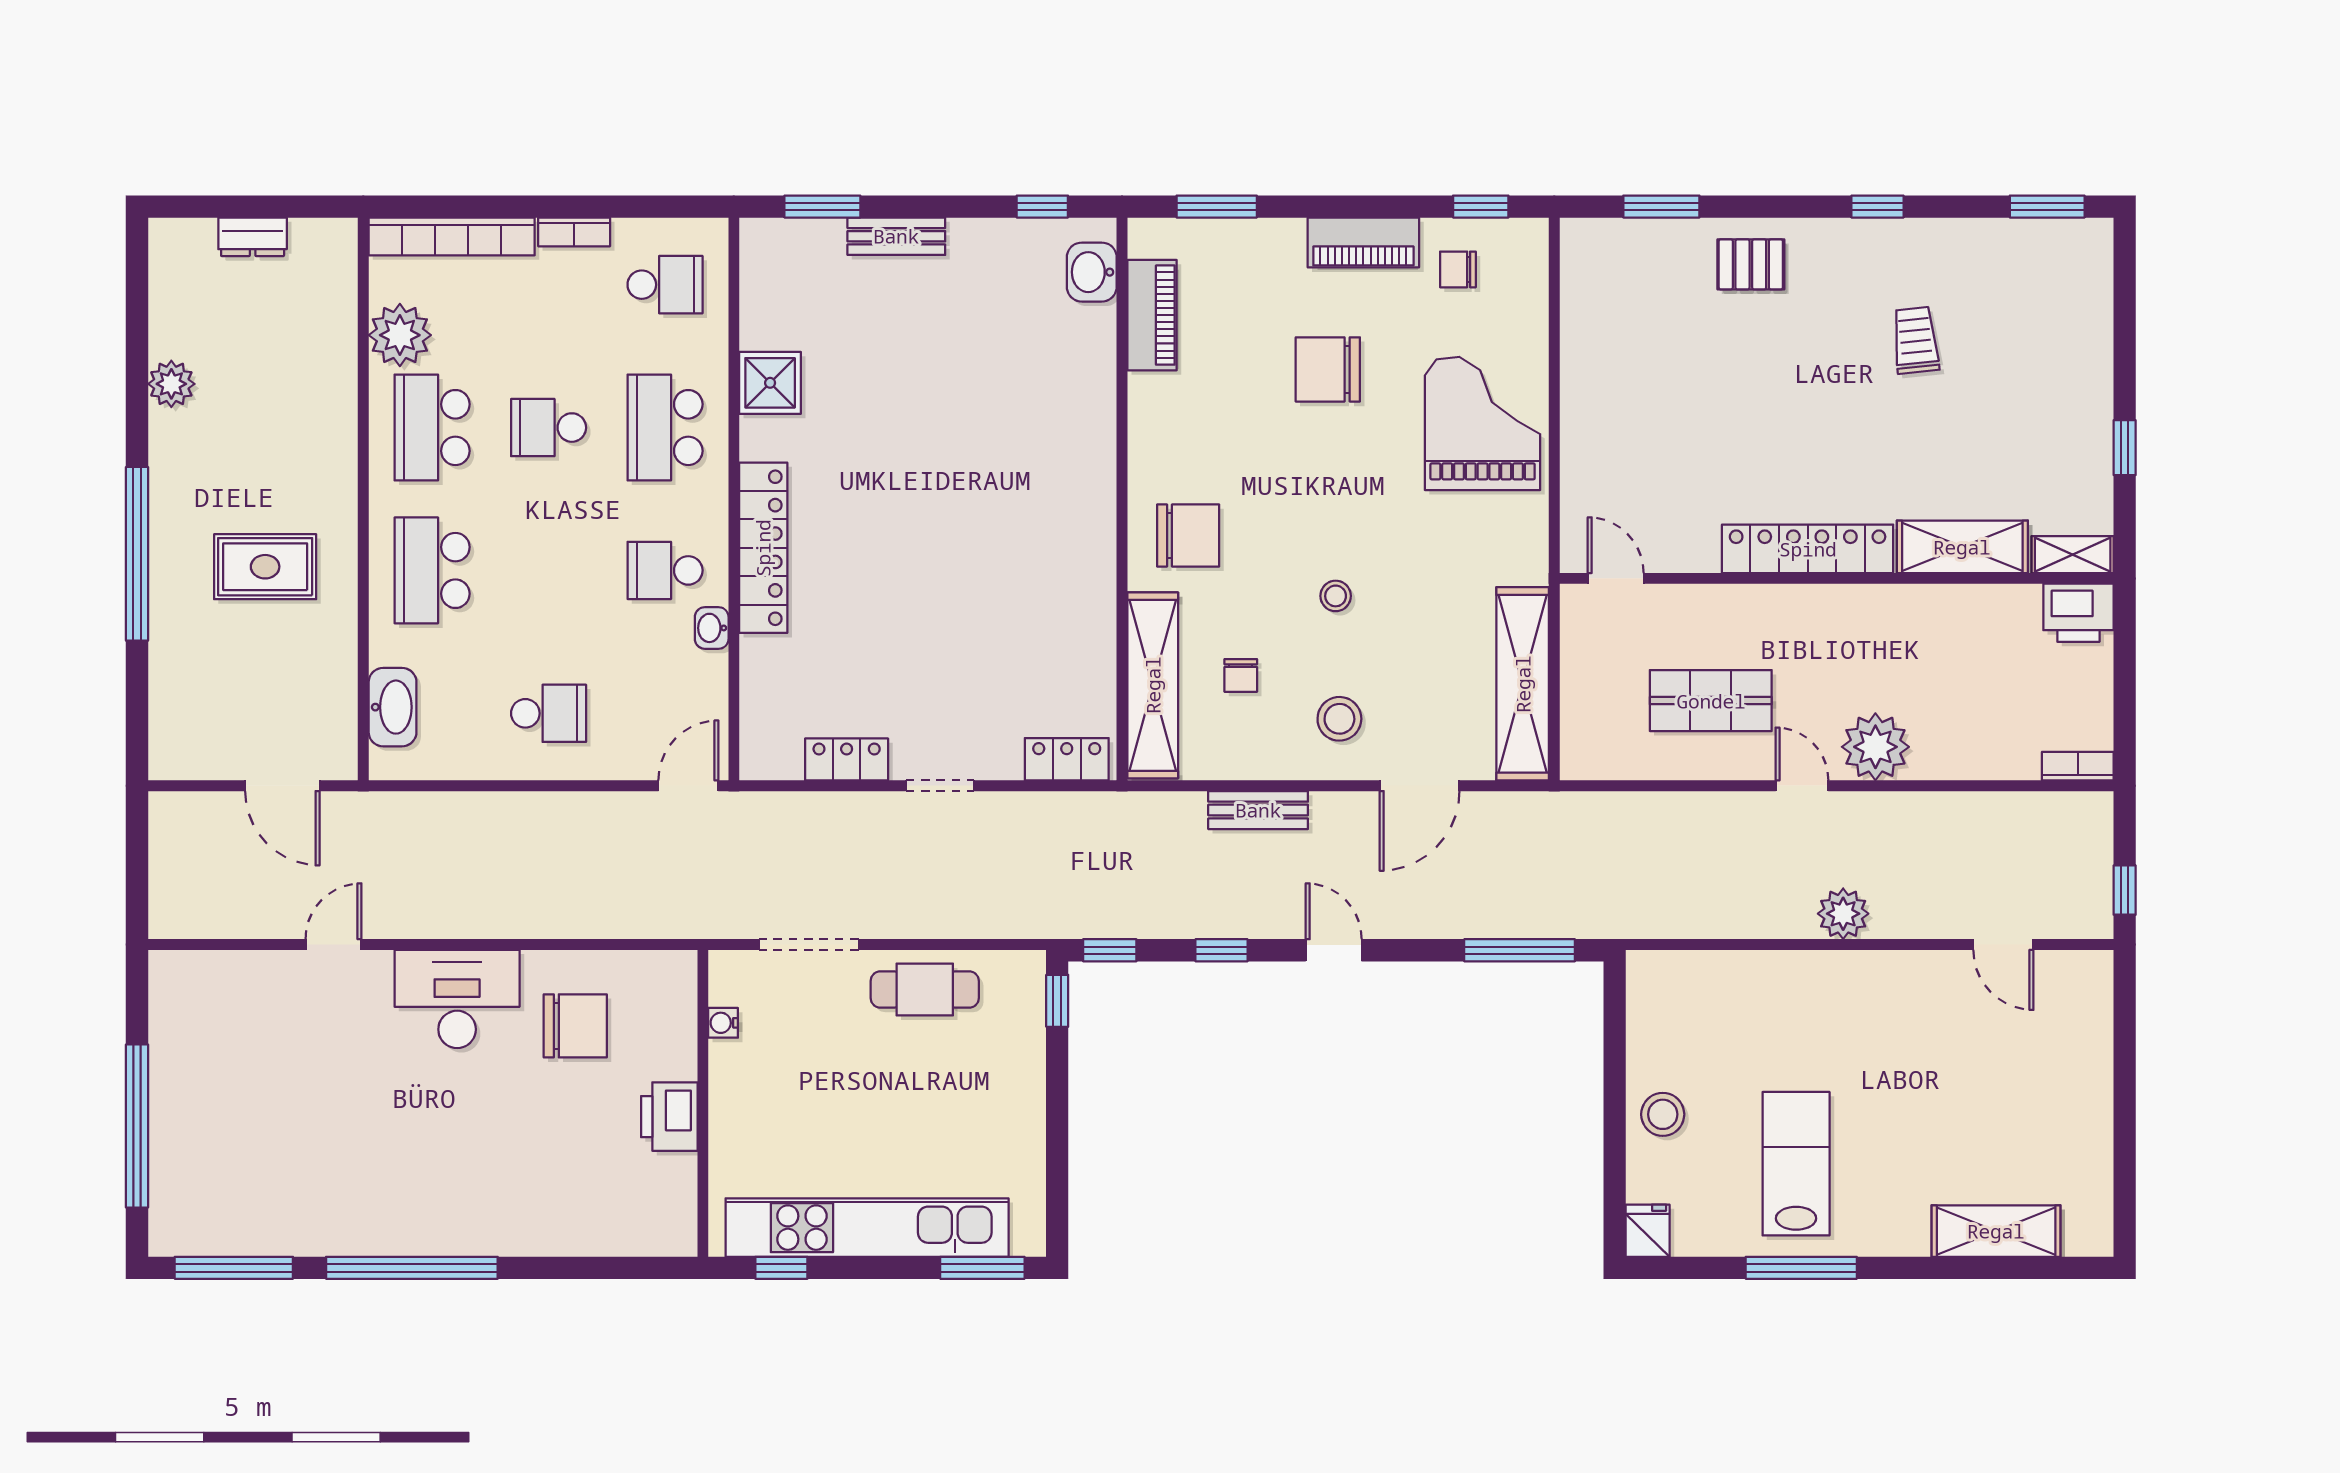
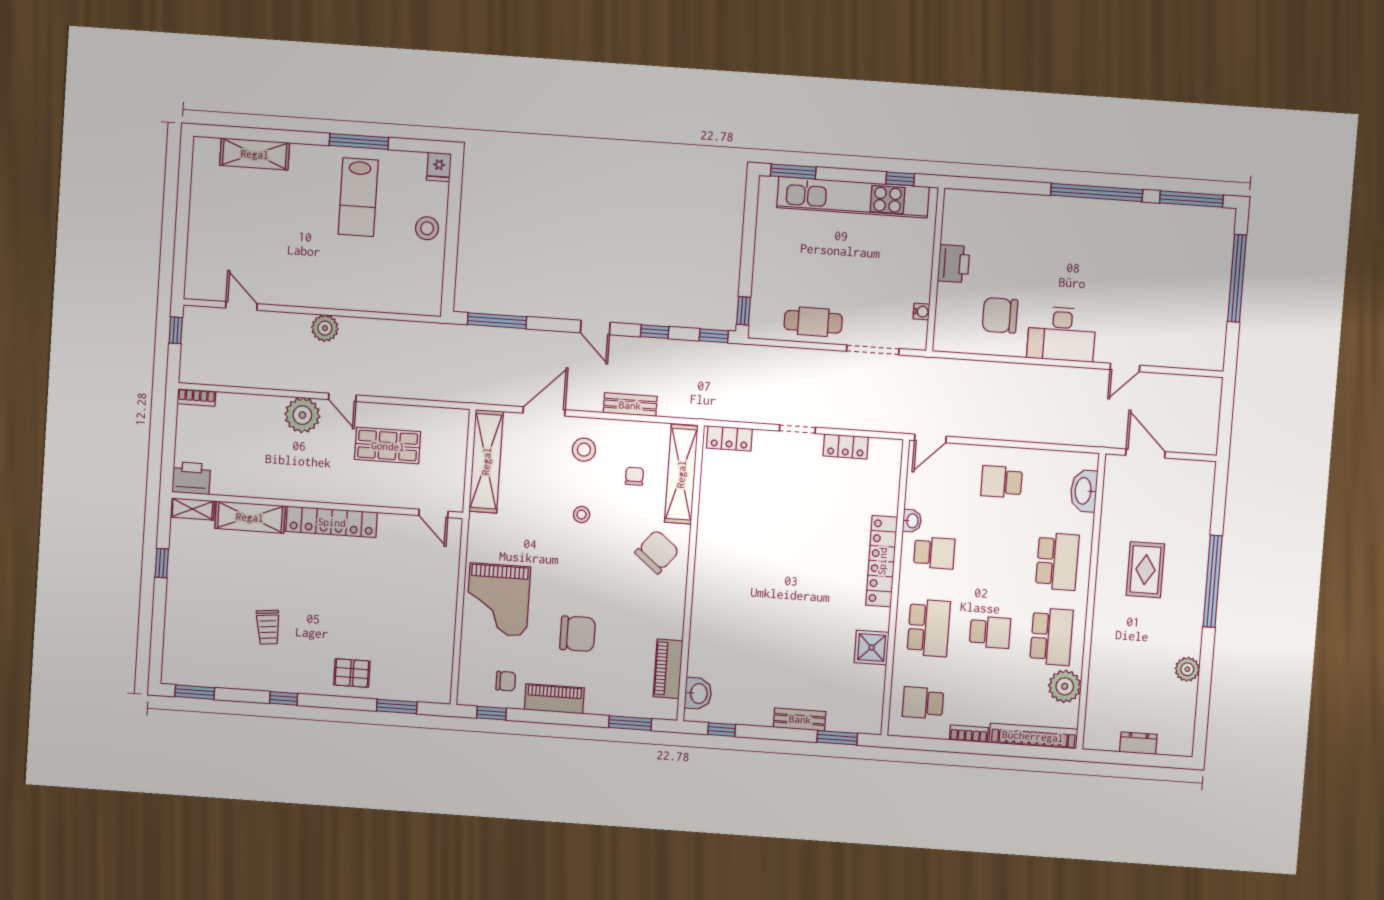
chair: (1188, 535) -> (657, 552), turned 129
rug: (265, 567) -> (1145, 570), turned 90

